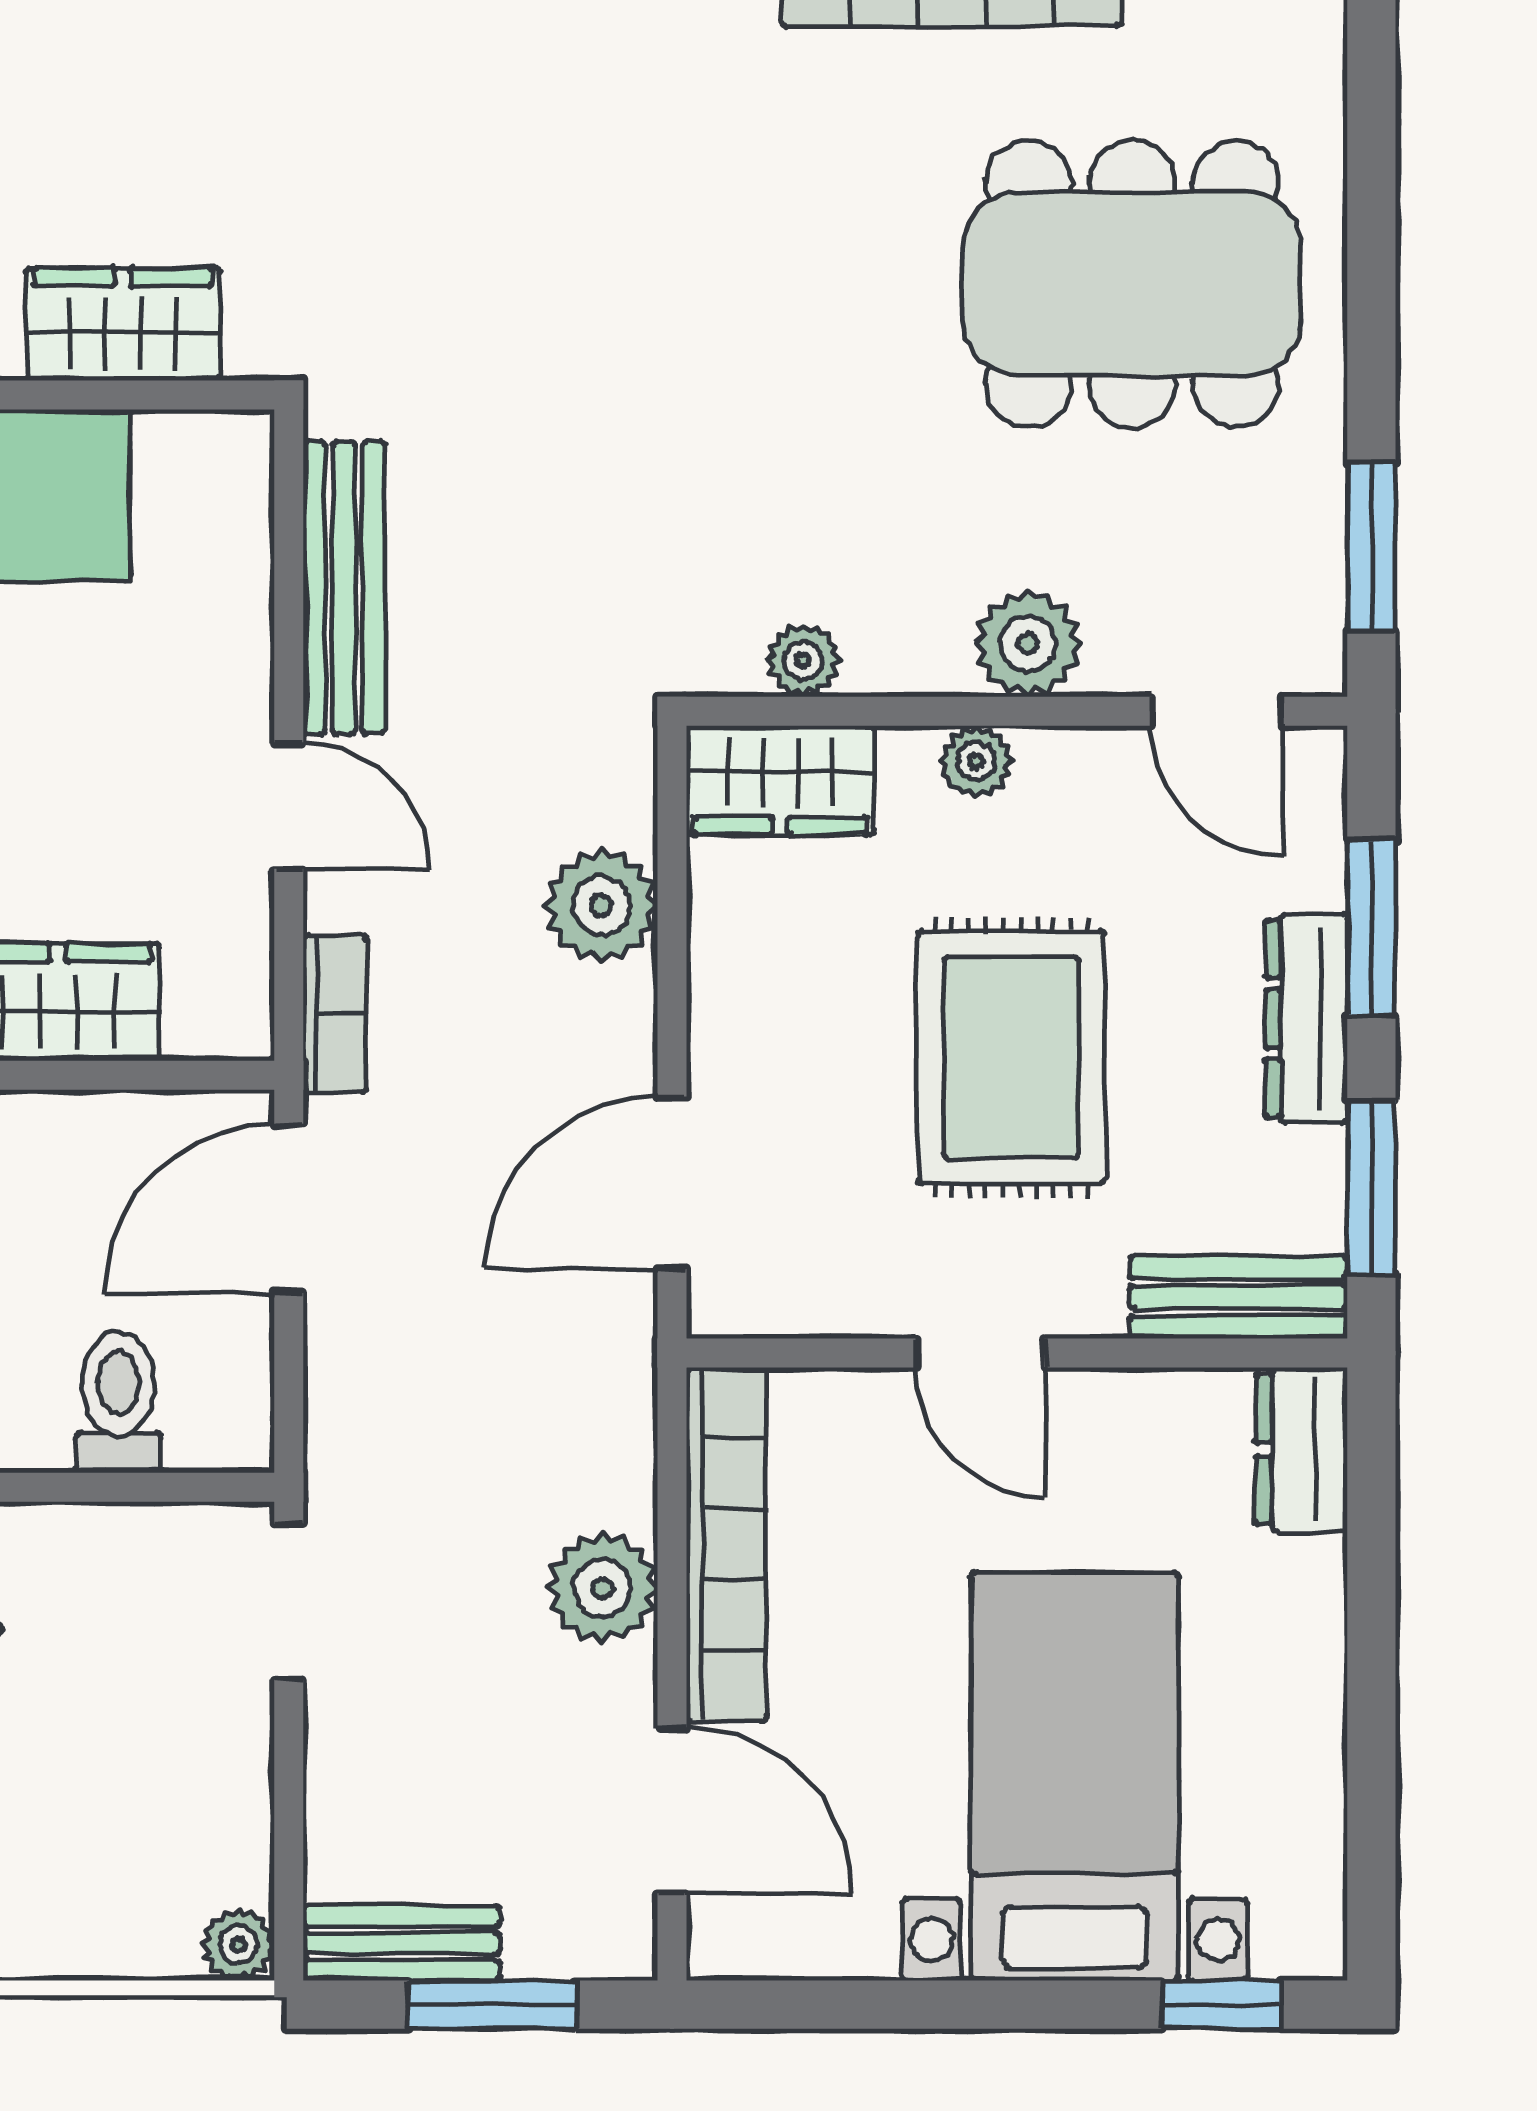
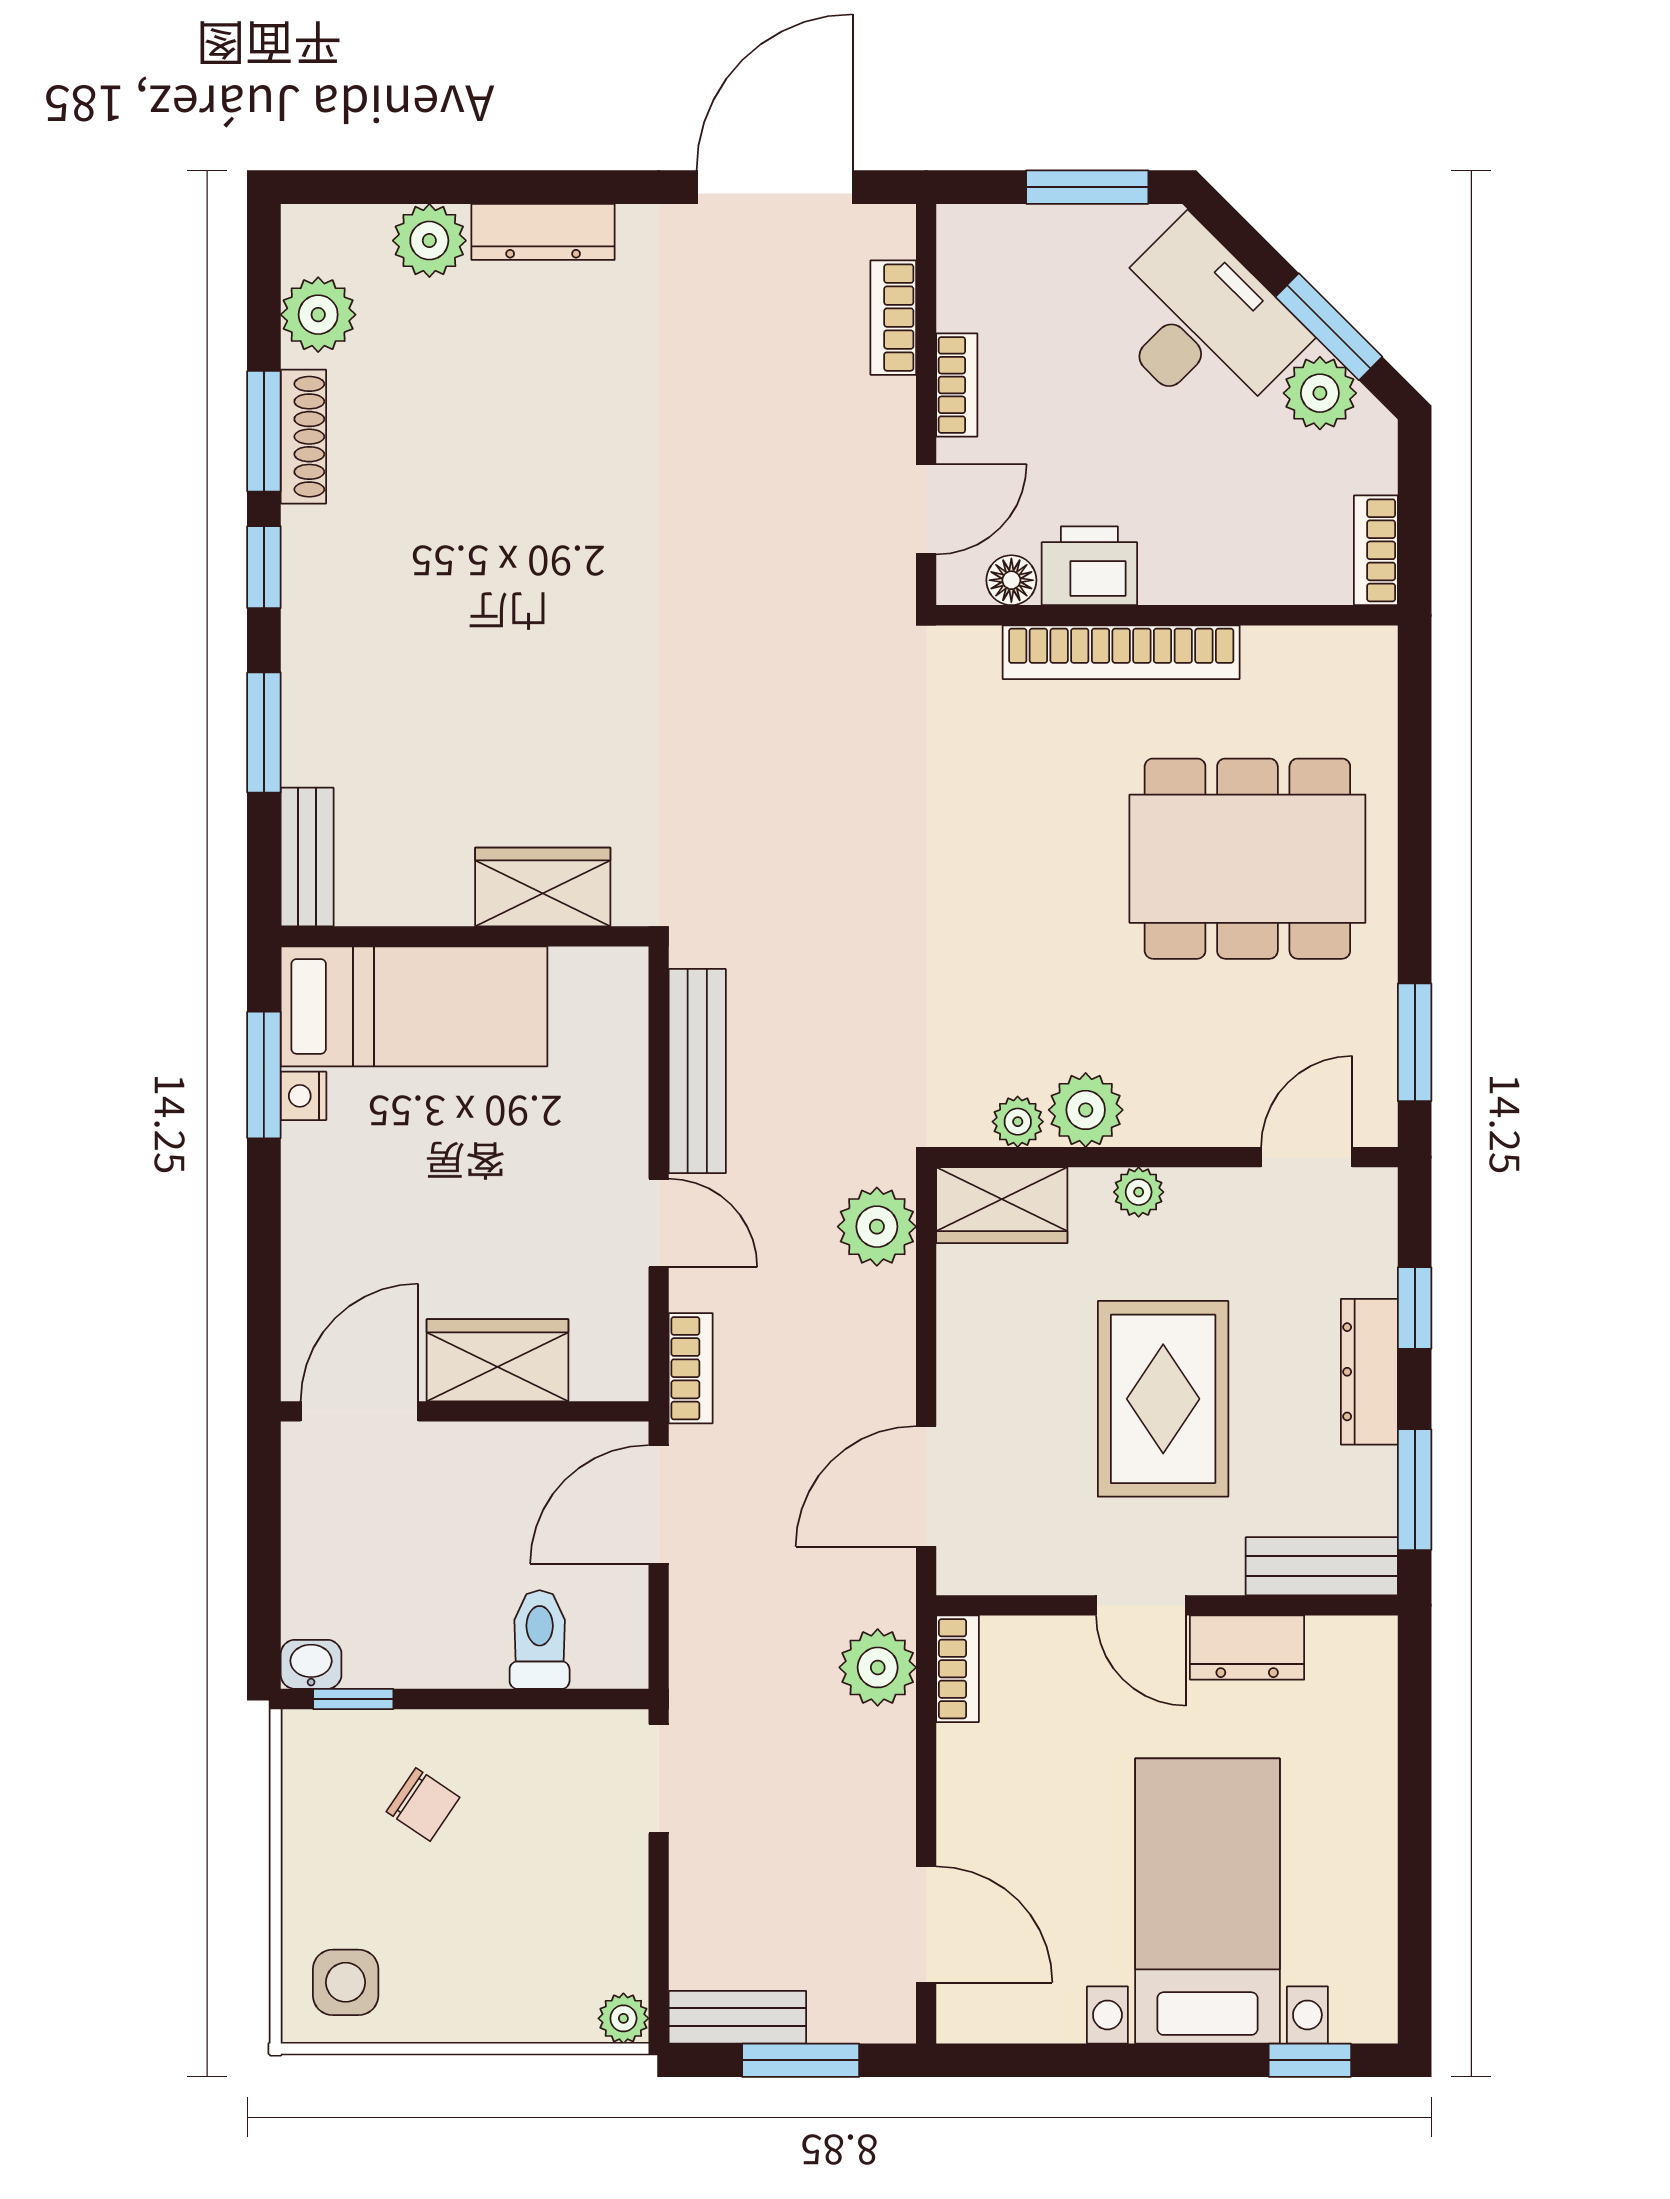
plant: (1028, 644) -> (1086, 1110), moved
door: (1217, 711) -> (1307, 1157), swing flipped
plant: (601, 906) -> (877, 1227), moved
window: (1371, 927) -> (1415, 1308), width x0.67
dresser: (1301, 1449) -> (1247, 1648), moved, turned -90
bookcase: (726, 1544) -> (958, 1669), width x0.43, depth x0.76
plant: (602, 1588) -> (878, 1667), moved

